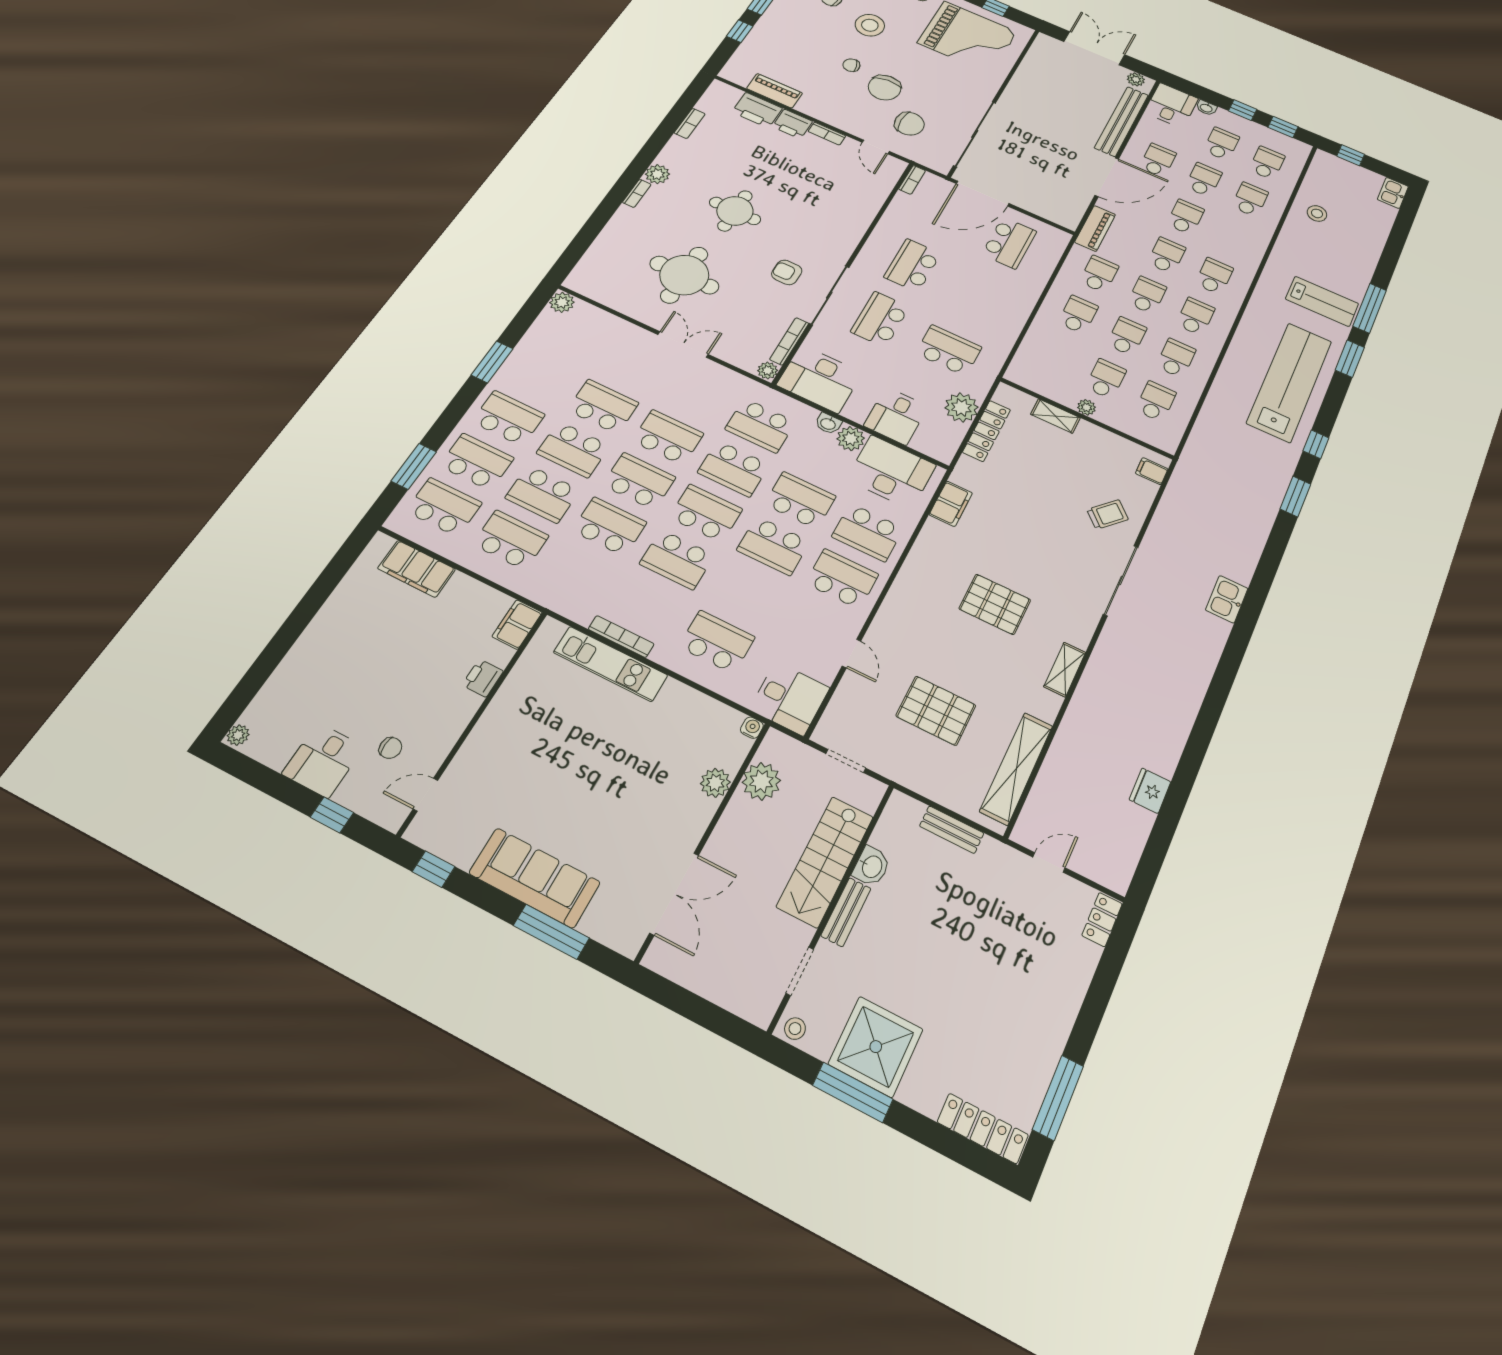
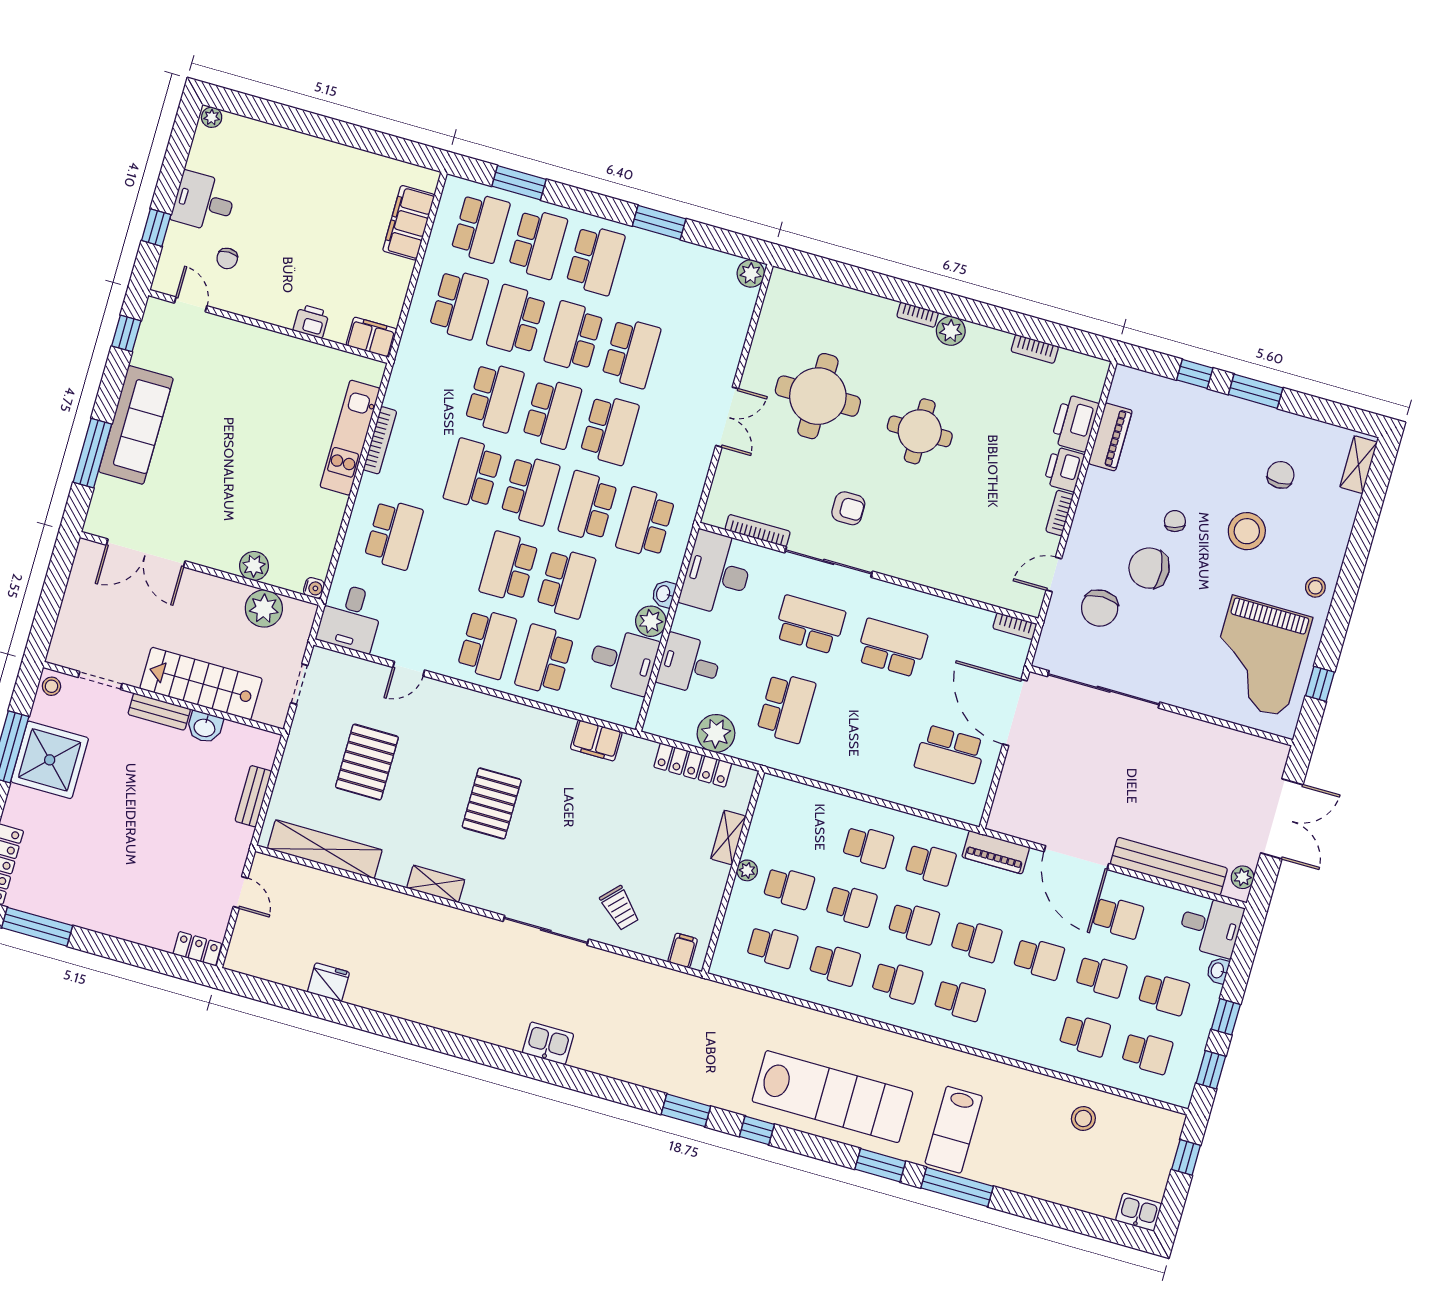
armchair: (787, 272) -> (848, 508), turned 90
plant: (768, 371) -> (715, 515), removed
desk: (891, 472) -> (623, 661), width x0.73

